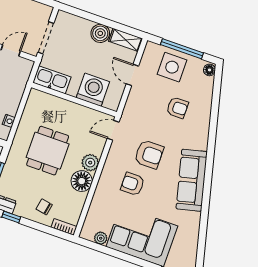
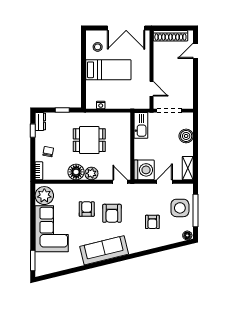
boiler: (100, 33) -> (186, 136), moved
washing machine: (93, 90) -> (144, 170), moved
plant: (101, 238) -> (44, 196), width x1.87, depth x1.87

